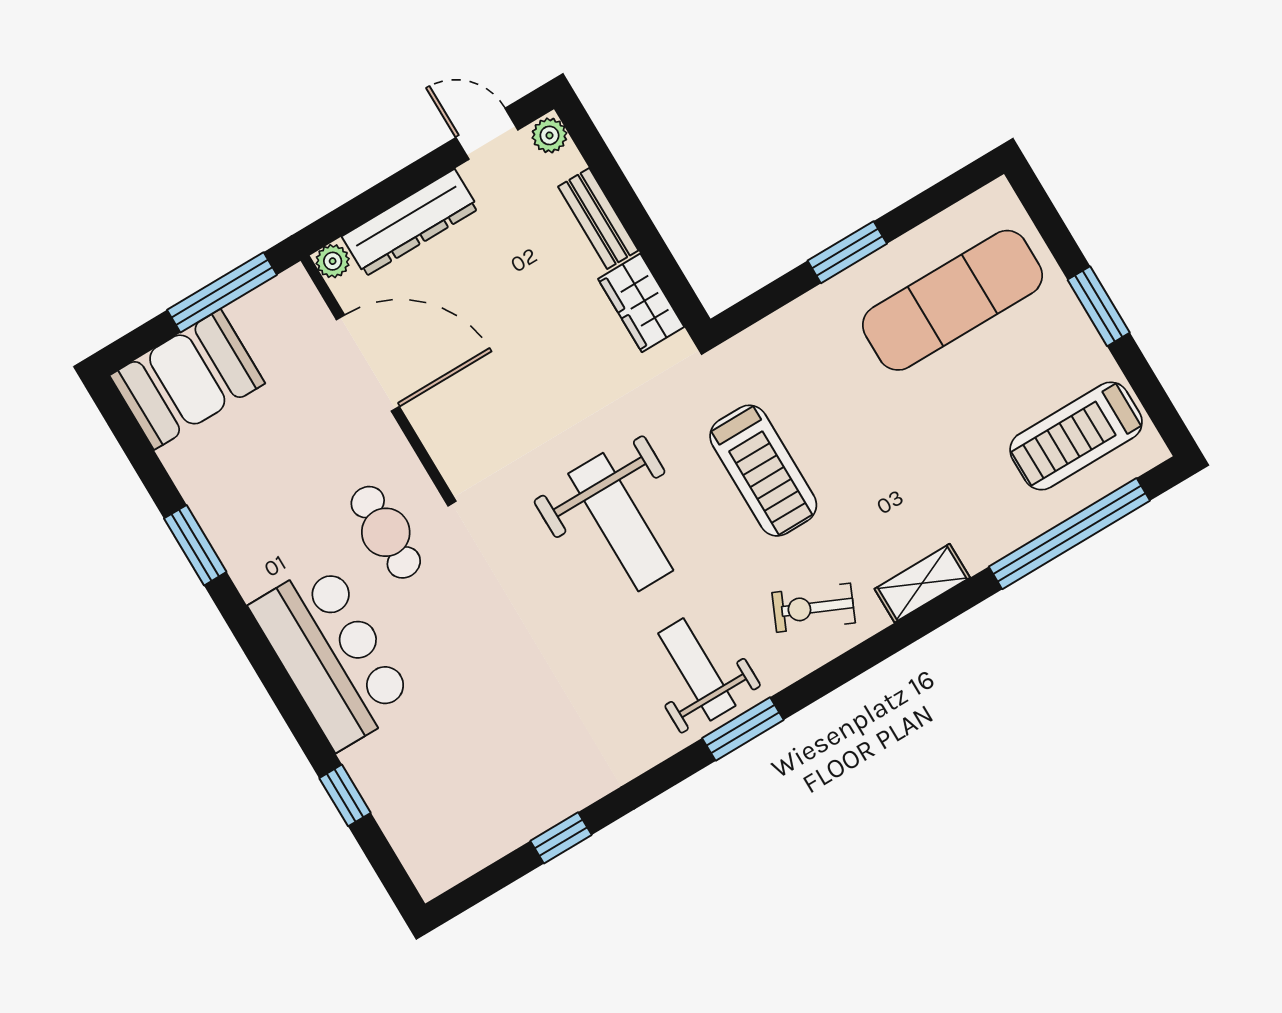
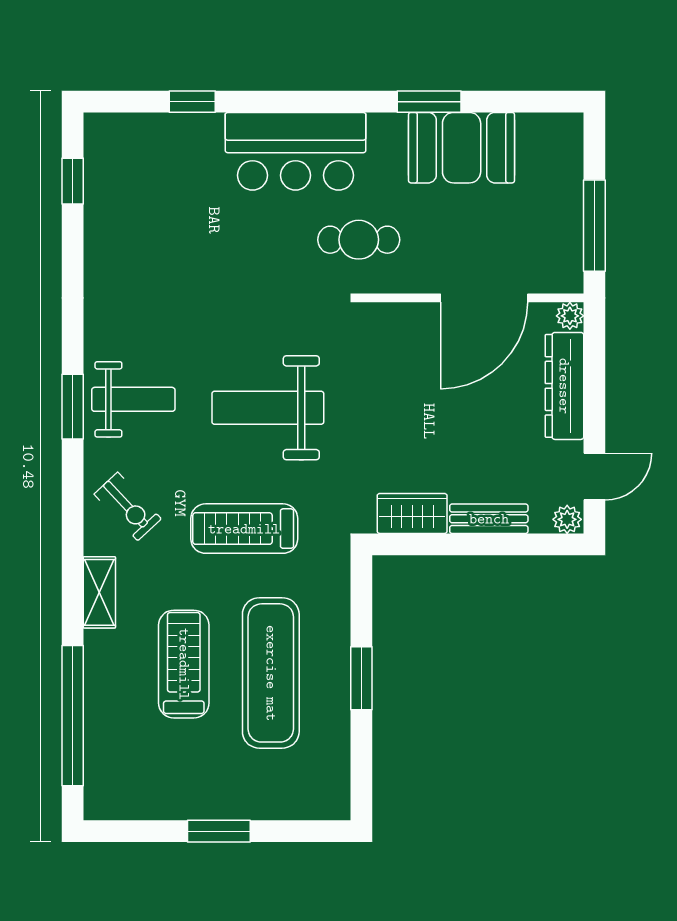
exercise mat: (952, 300) -> (271, 673), moved
booth: (187, 379) -> (462, 148), moved, turned 90
treadmill: (1076, 436) -> (184, 664), moved
exercise bike: (814, 608) -> (128, 506), turned 113
window: (561, 838) -> (73, 181), moved

